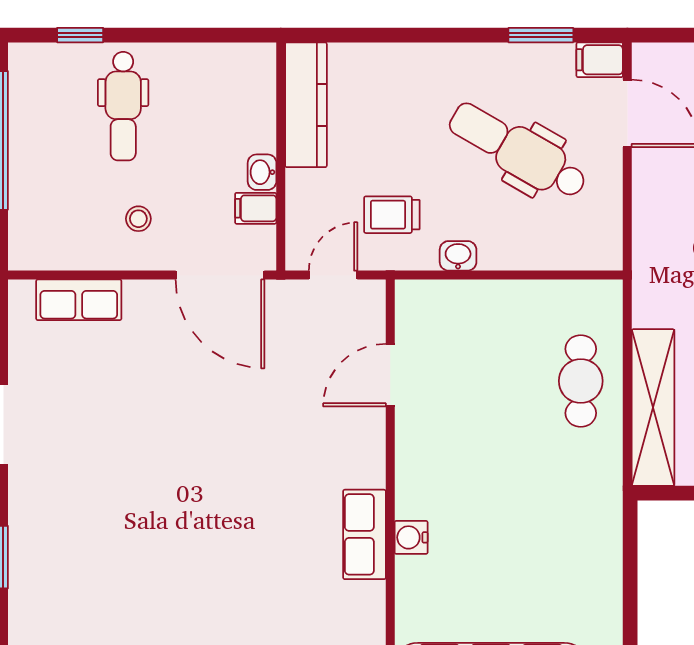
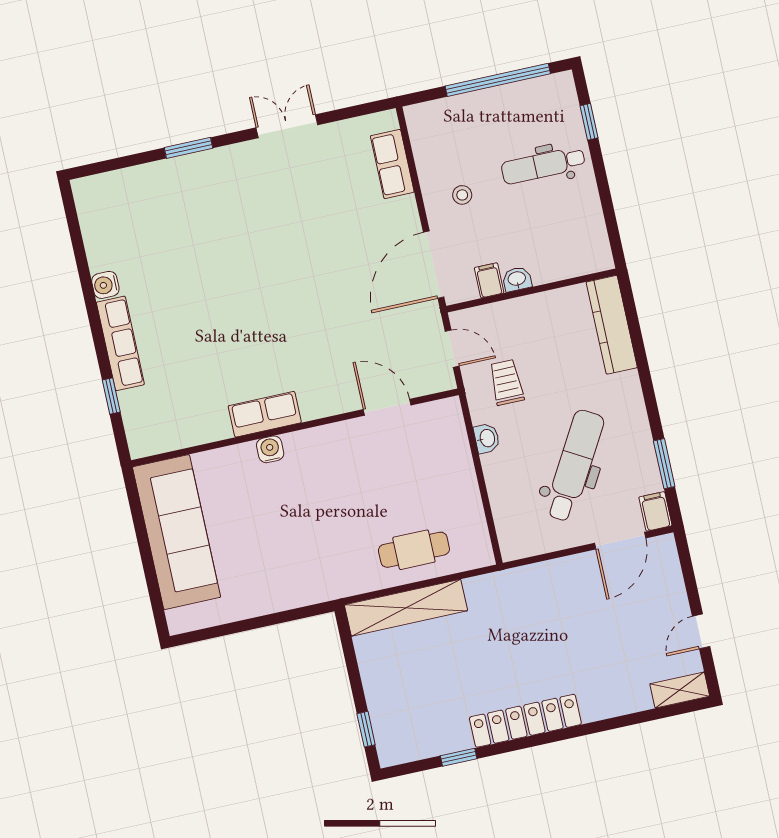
kitchen counter: (306, 105) -> (612, 325), moved, turned 90

